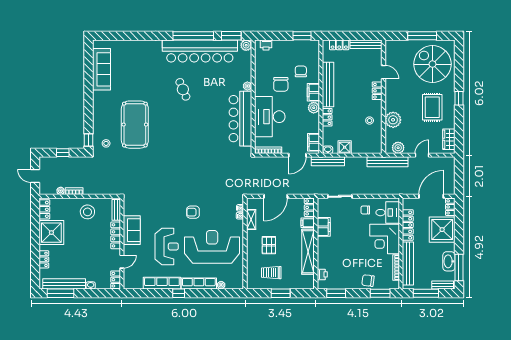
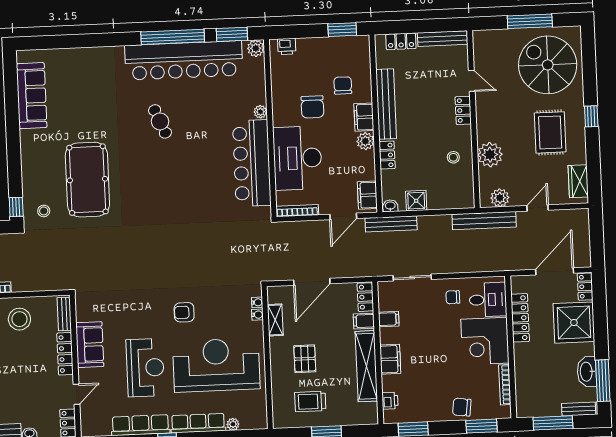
filing cabinet: (324, 227) -> (389, 319), width x0.50
filing cabinet: (324, 248) -> (390, 359), added
bench: (408, 263) -> (523, 378), removed

